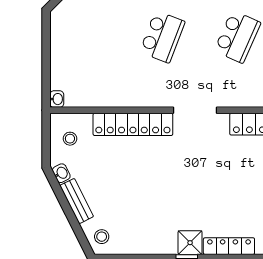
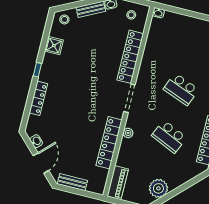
plant: (247, 100) -> (128, 133), added
shower: (190, 243) -> (54, 46), moved

